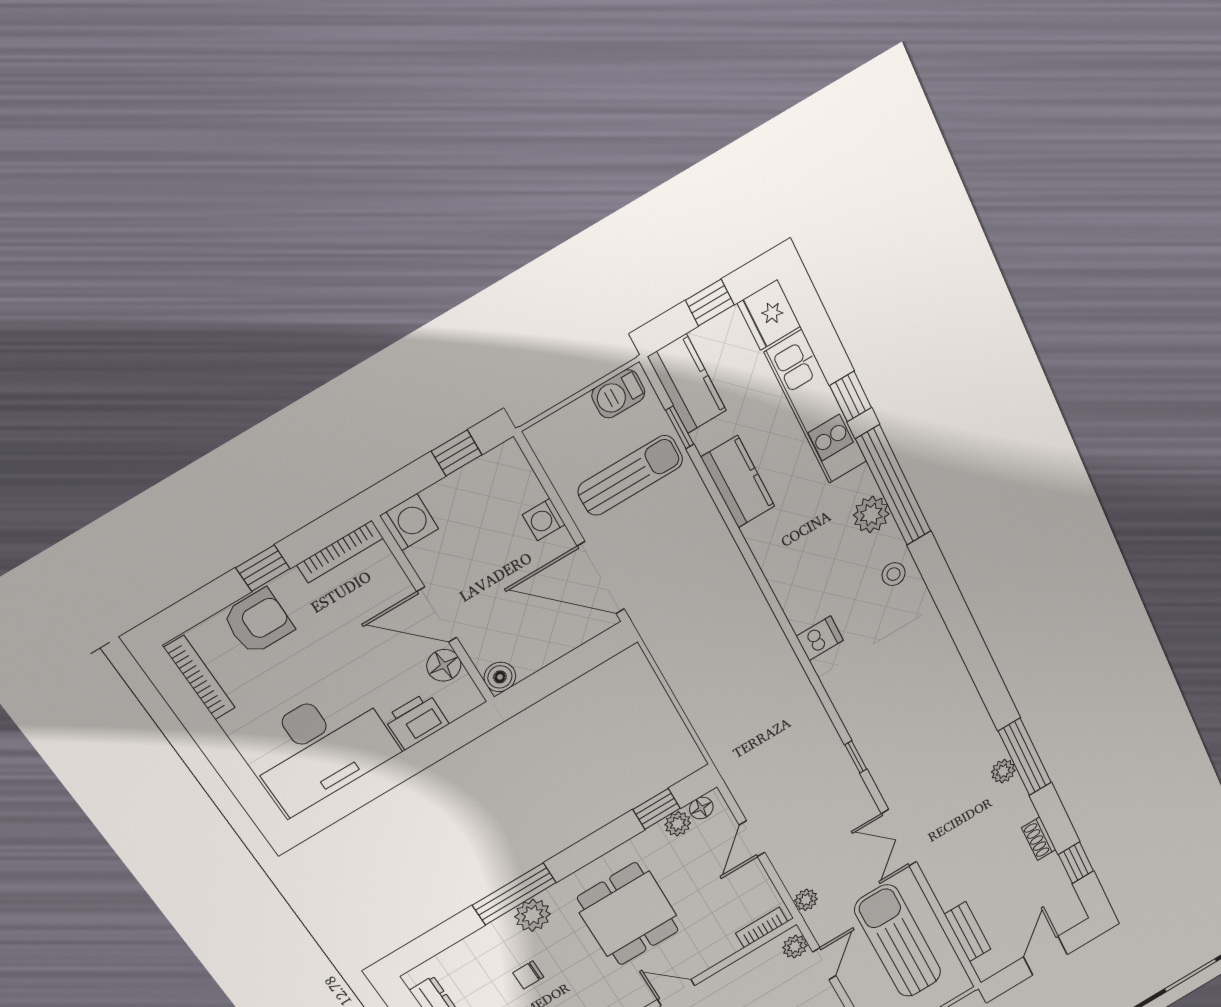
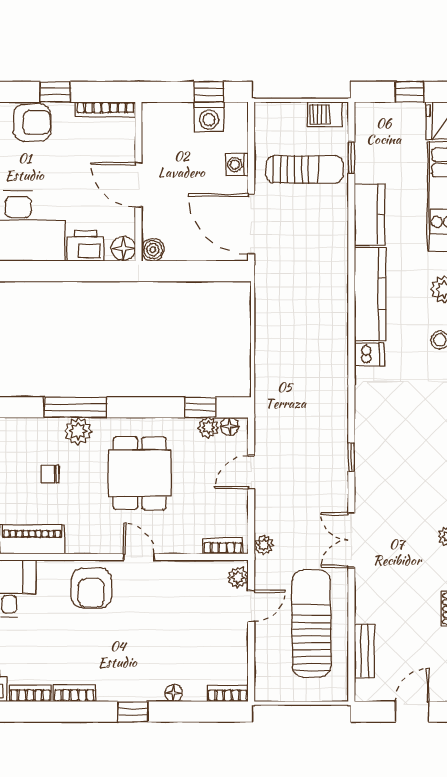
kitchen counter: (687, 384) -> (370, 294), moved, width x1.50
washing machine: (409, 522) -> (209, 117), moved, turned 90
floor lamp: (444, 665) -> (123, 248), moved

